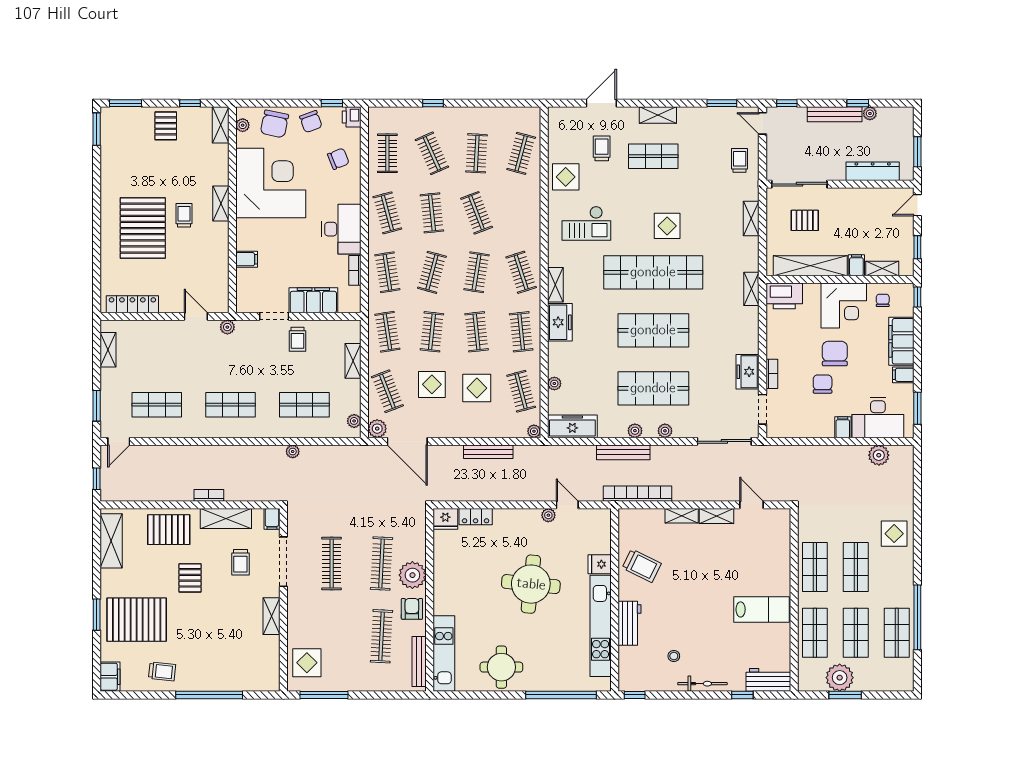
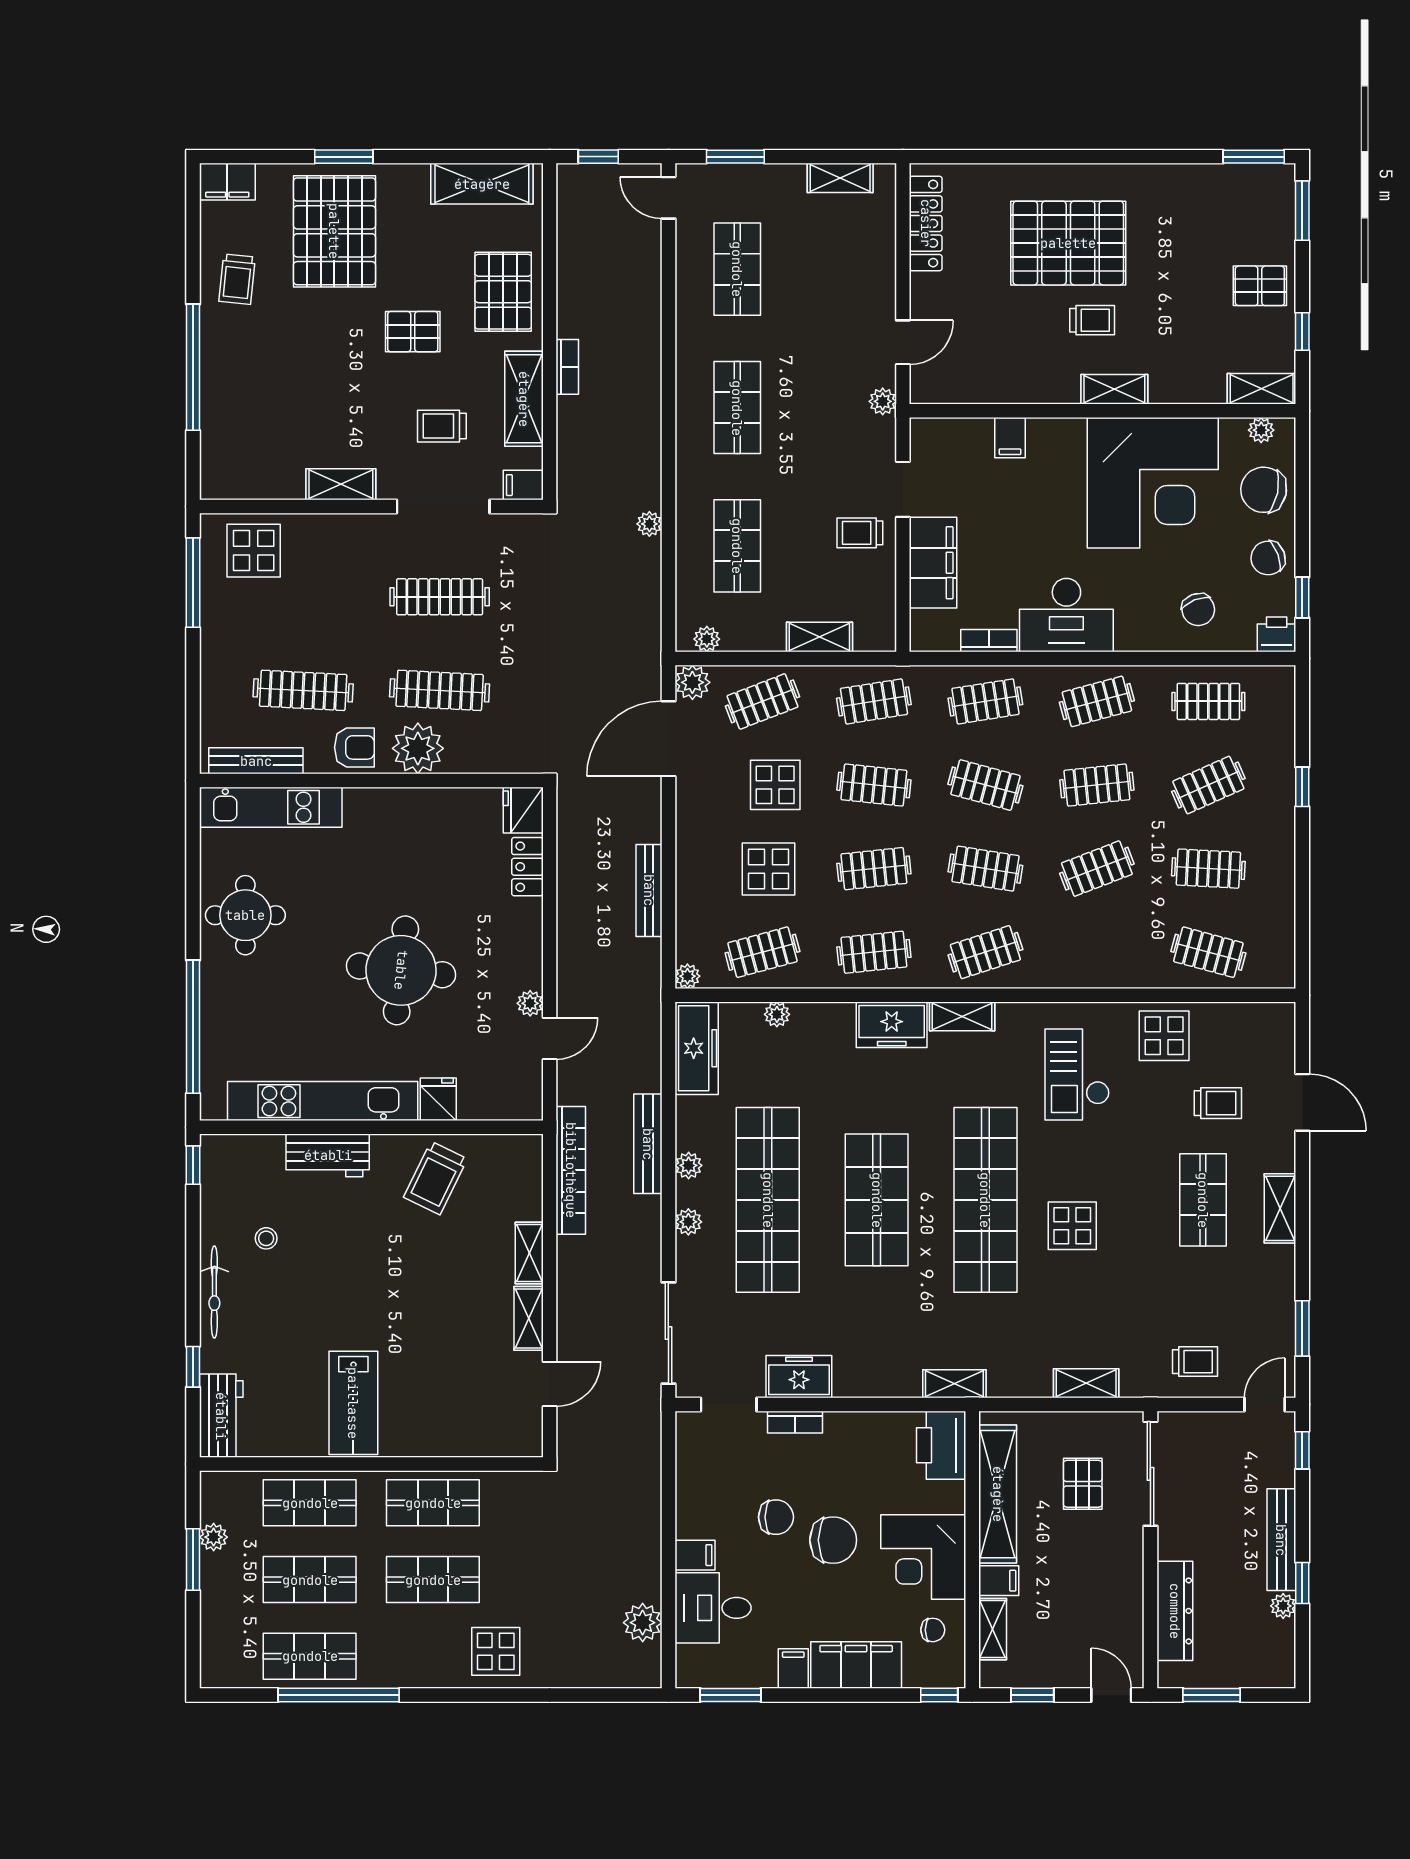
shop shelf: (653, 388) -> (768, 1200), width x1.40
desk: (878, 418) -> (713, 1608), width x0.73
plant: (840, 678) -> (214, 1537), width x0.53, depth x0.53

